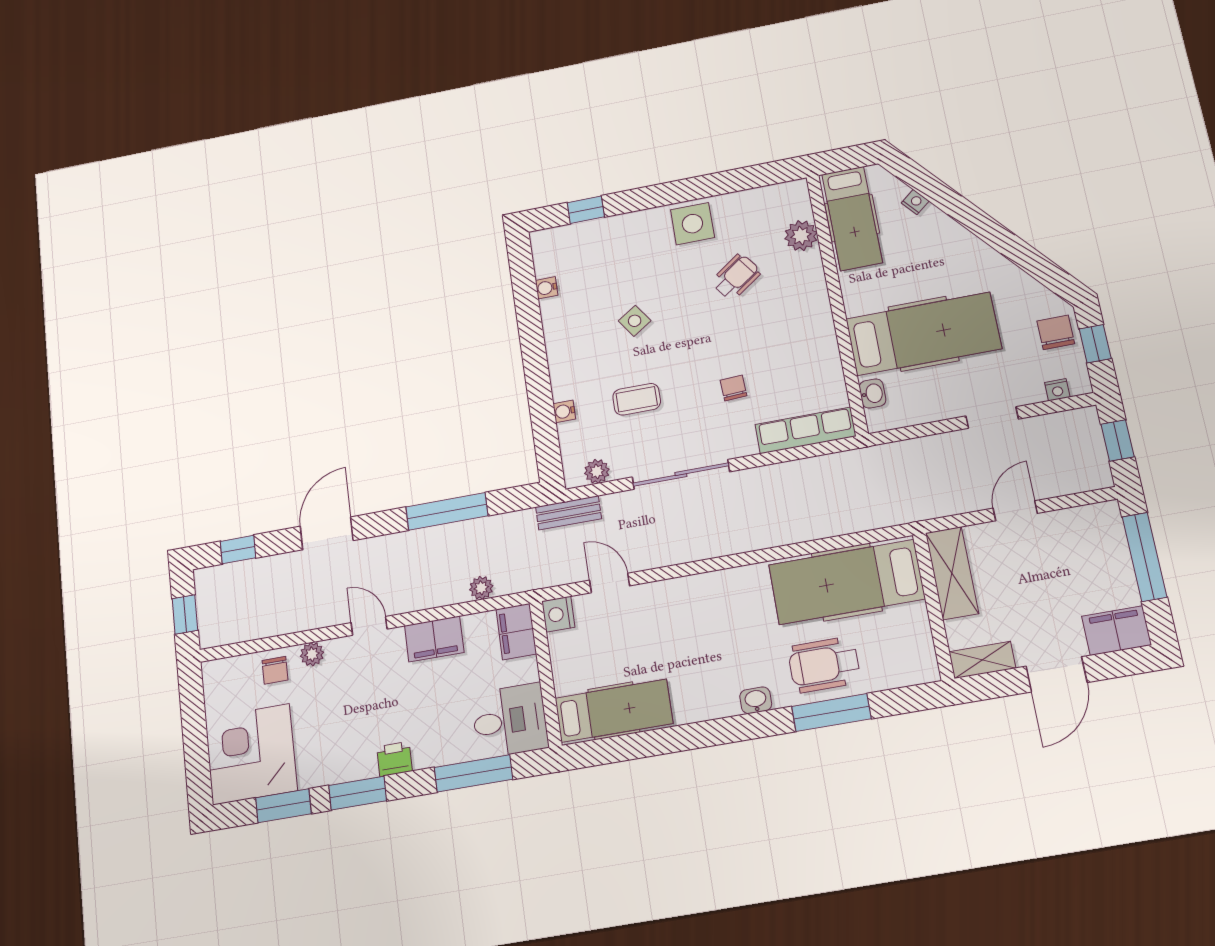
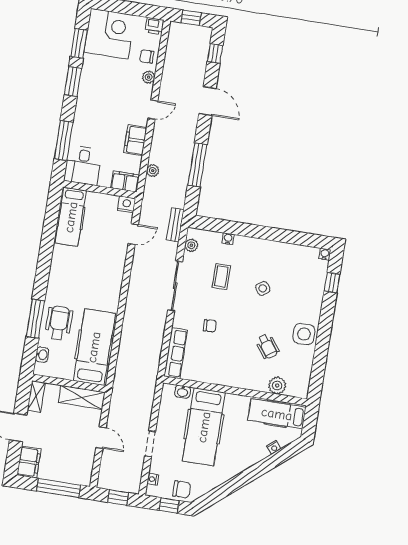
water cooler: (547, 288) -> (325, 254), moved
washbasin: (756, 700) -> (42, 355), moved
printer: (394, 759) -> (155, 26), moved, turned 90

